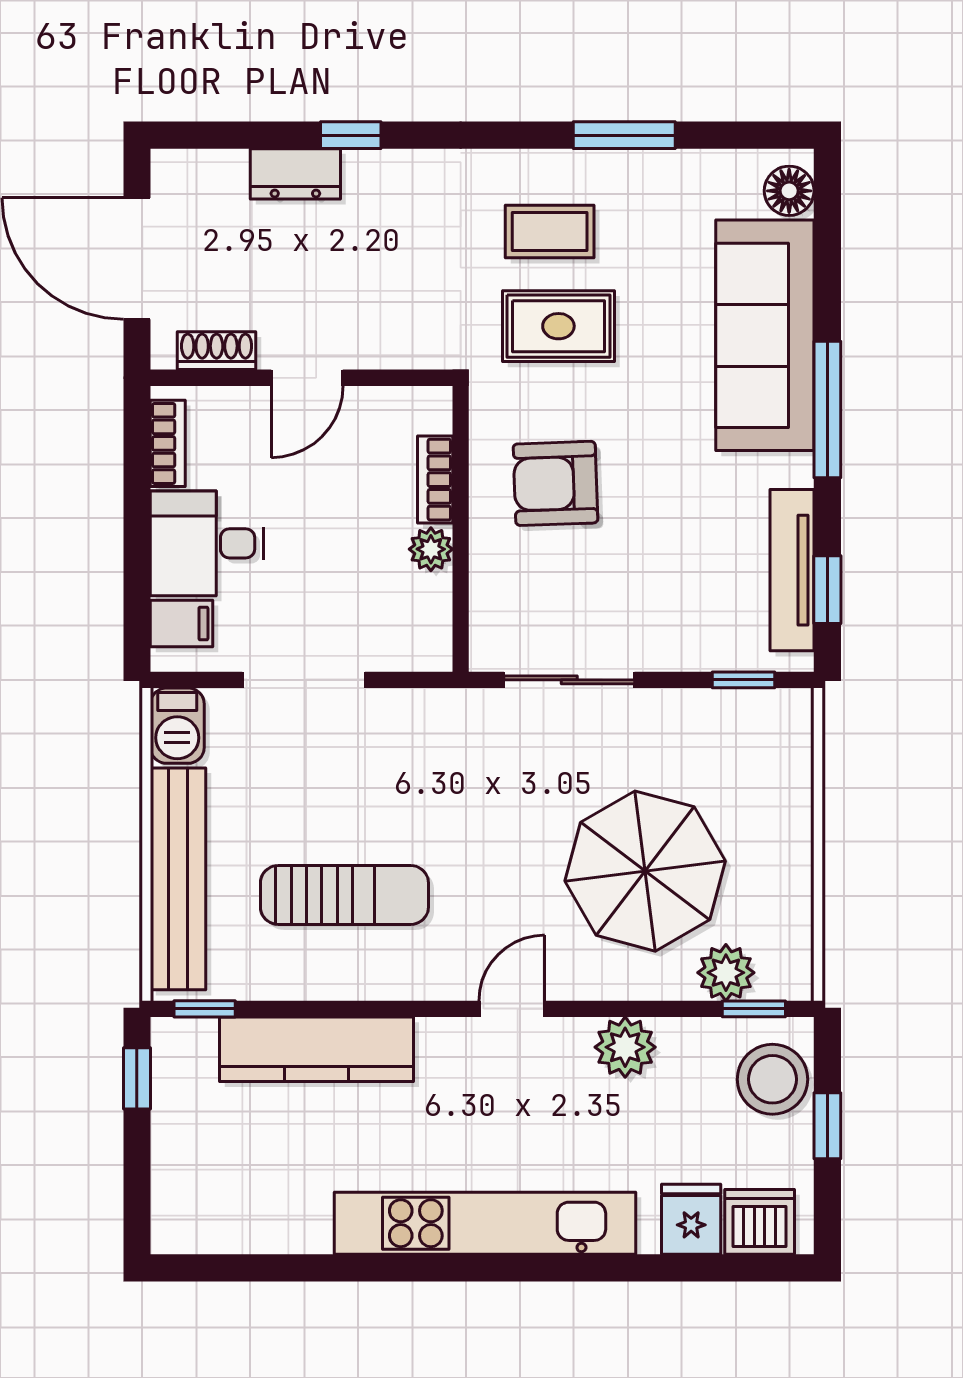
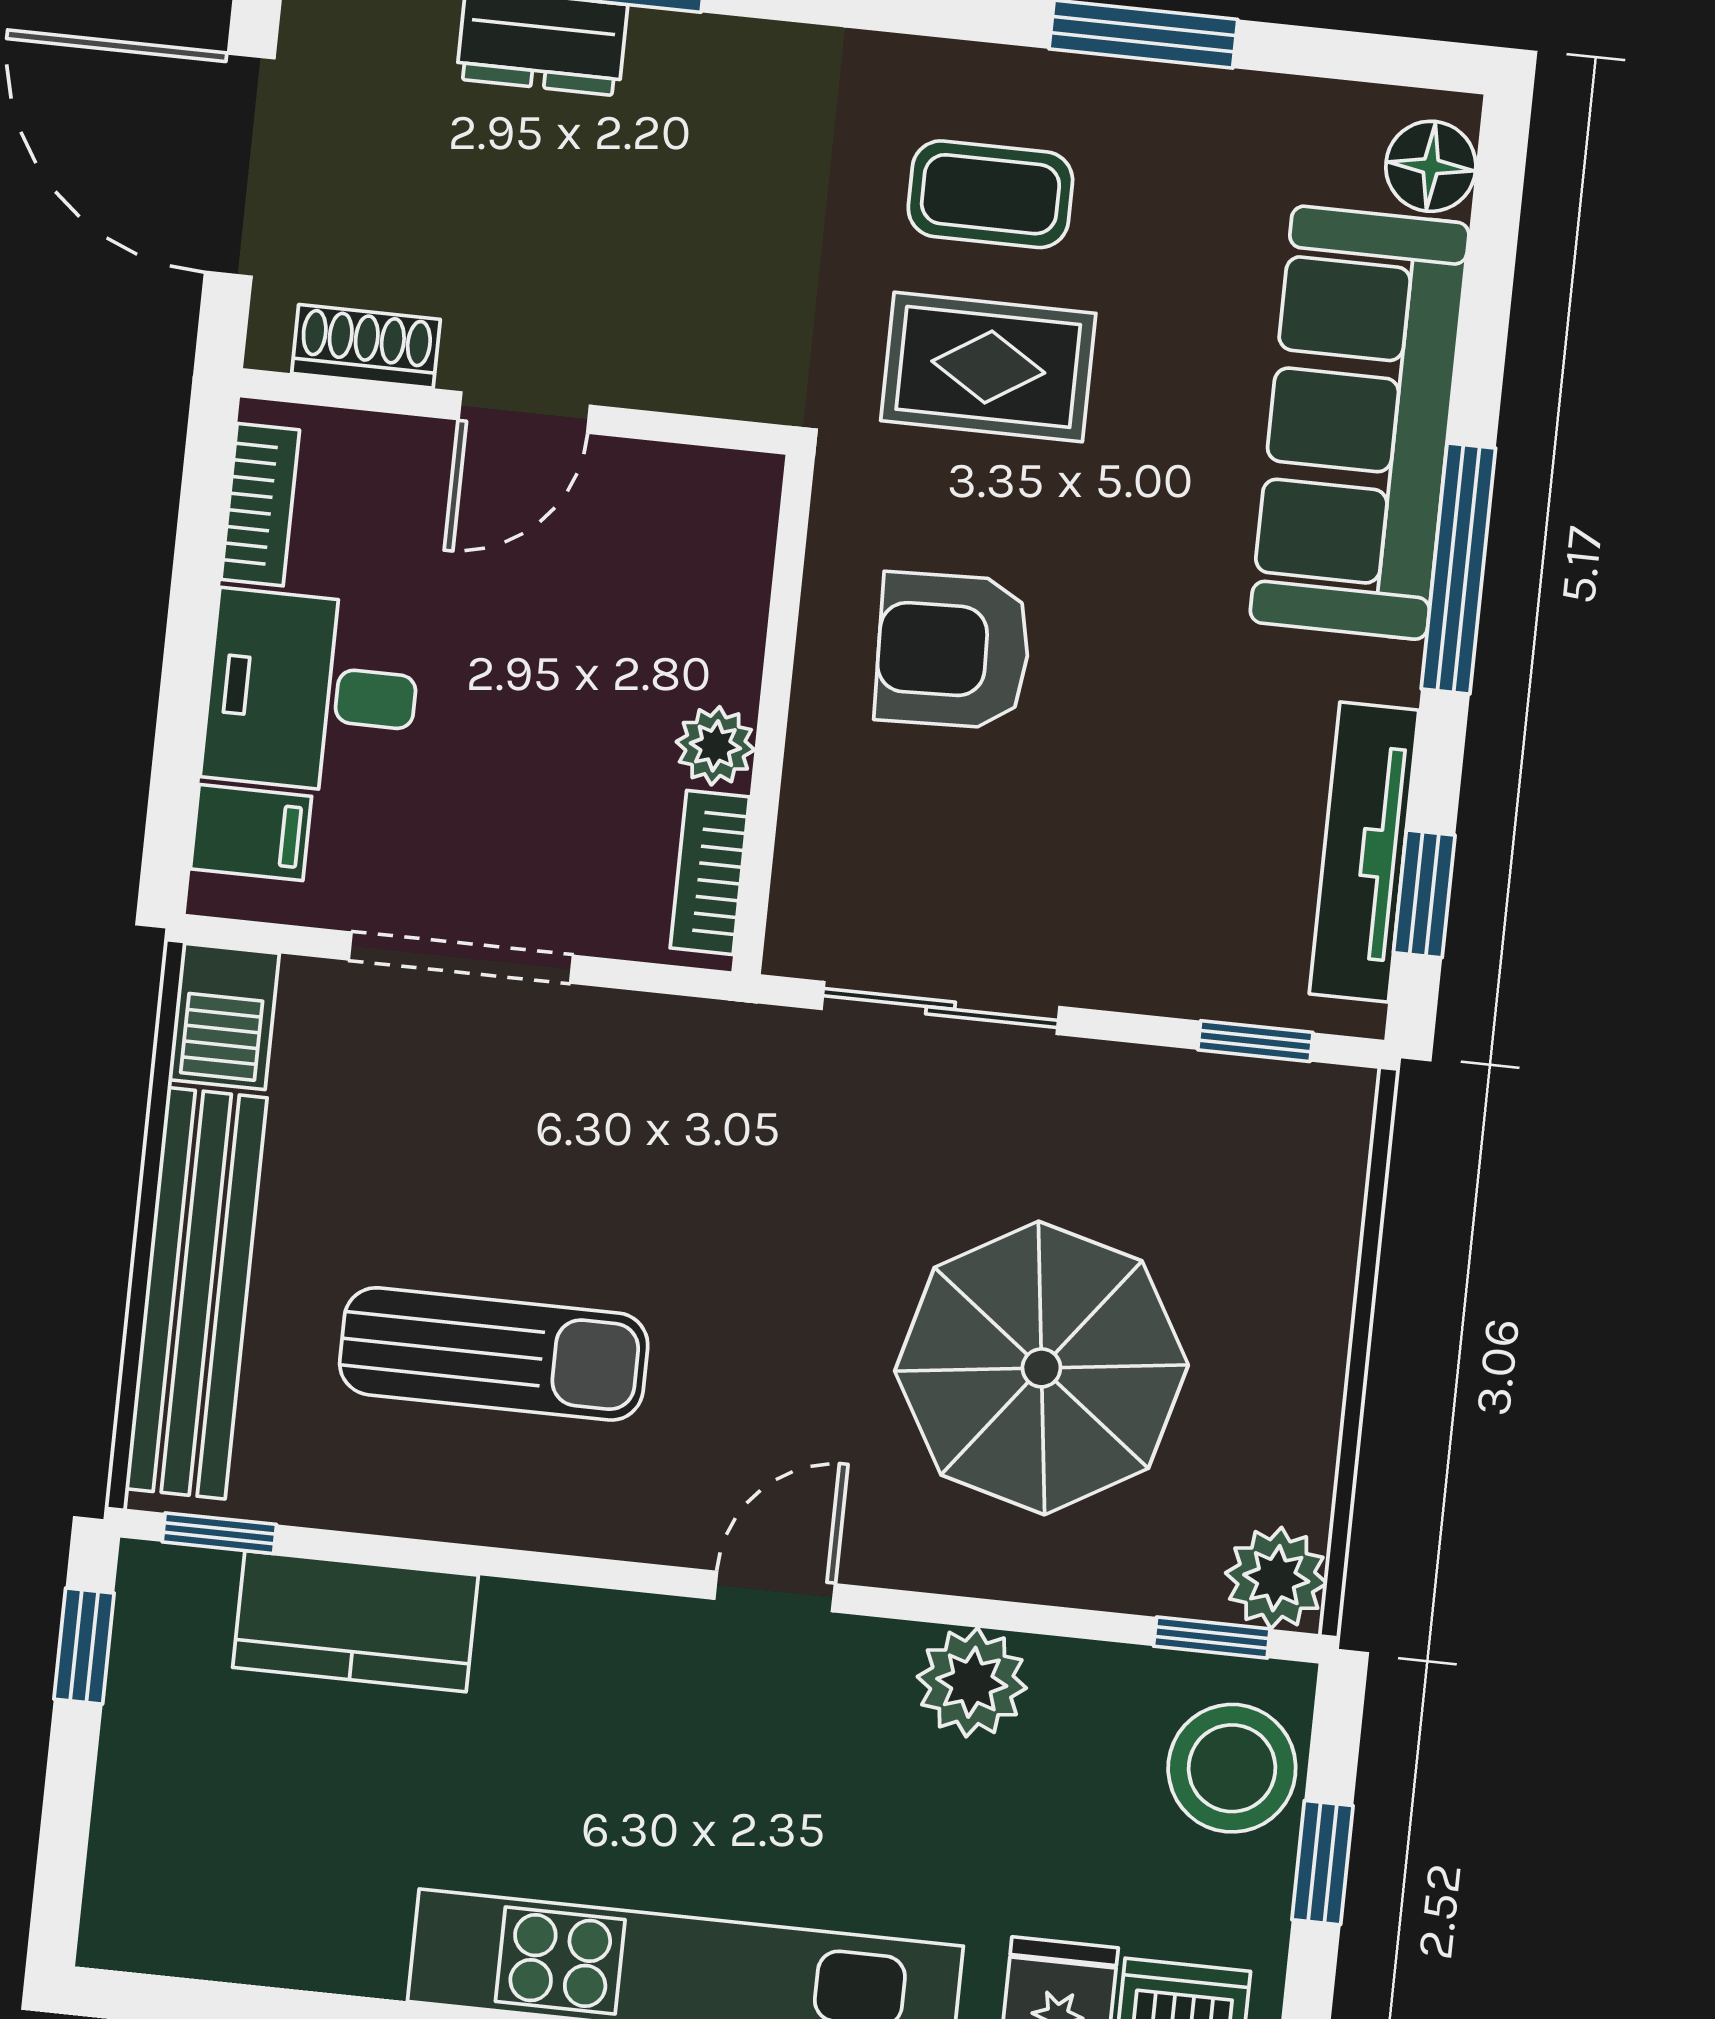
bookcase: (435, 480) -> (710, 872), moved
plant: (726, 973) -> (1276, 1578), moved
kitchen counter: (316, 1049) -> (355, 1621), width x0.67

